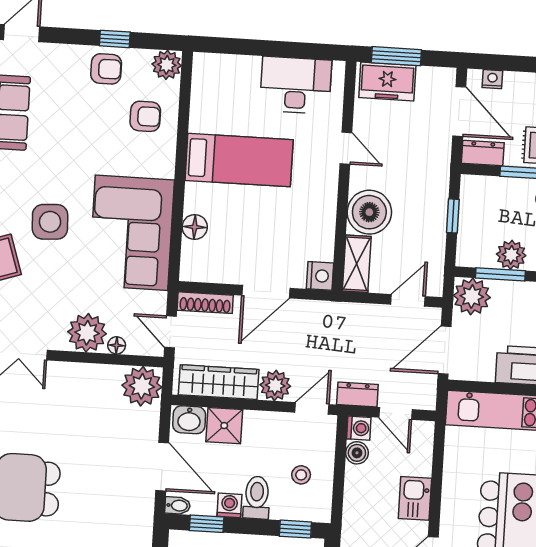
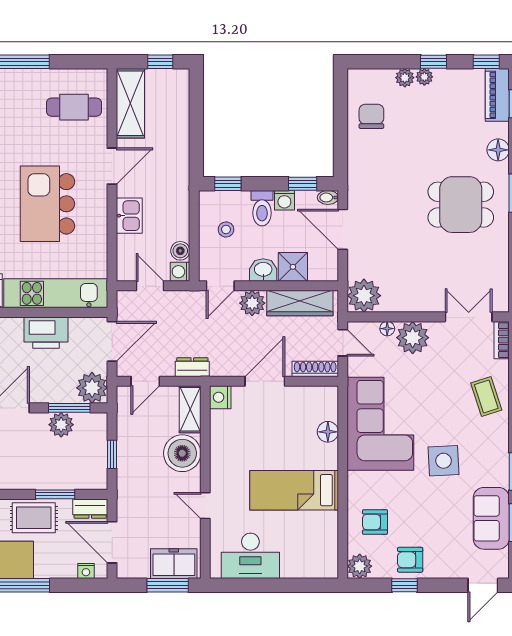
side table: (50, 222) -> (444, 461), moved
dresser: (357, 395) -> (192, 367), moved, turned 180
washbasin: (189, 420) -> (263, 270), moved

